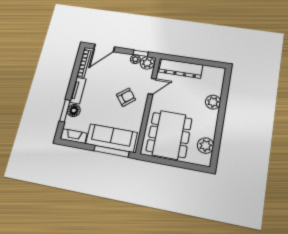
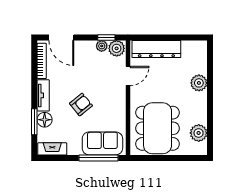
door: (104, 48) -> (61, 37), hinge flipped
armchair: (126, 97) -> (81, 105), moved
sofa: (111, 138) -> (102, 143), width x0.73

